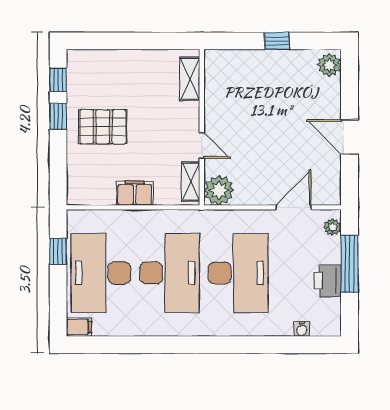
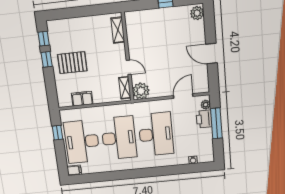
filing cabinet: (135, 193) -> (82, 99), moved
printer: (328, 281) -> (204, 119), moved

